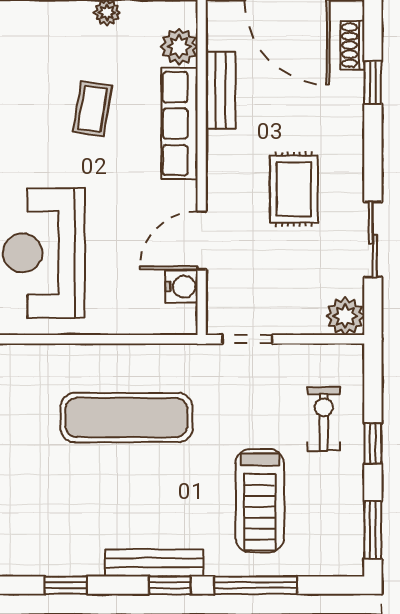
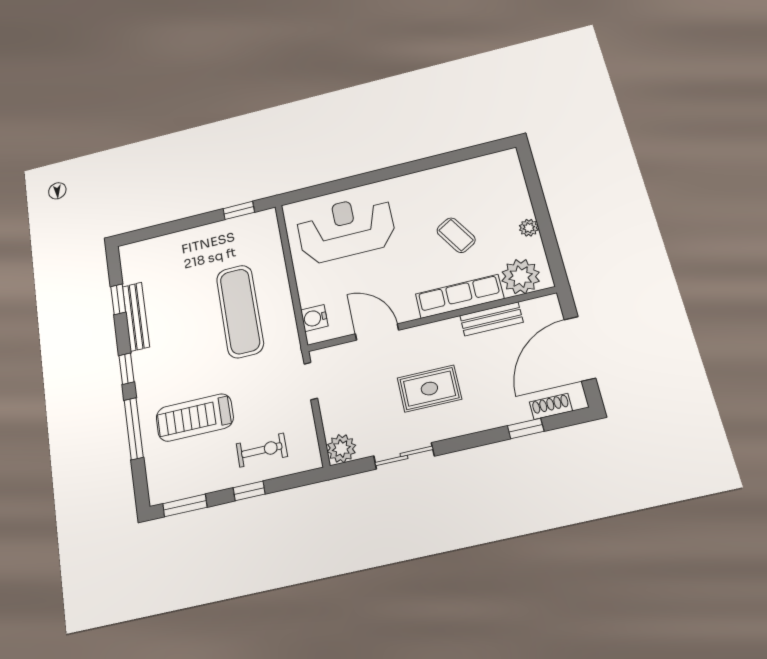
plant: (179, 46) -> (521, 277), width x1.36, depth x1.36
coffee table: (92, 109) -> (456, 235), turned 50
water cooler: (181, 287) -> (314, 318), moved, turned 90
bench: (154, 563) -> (136, 317), moved

